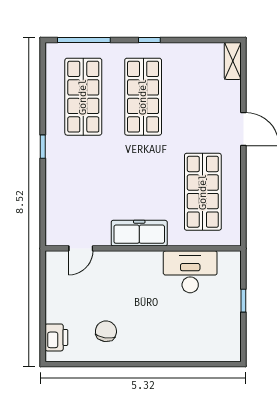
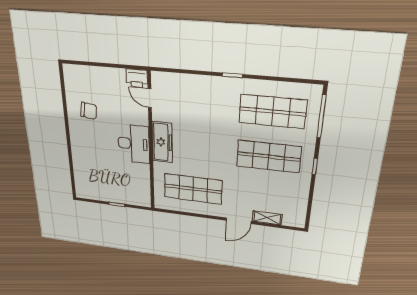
shelving: (233, 61) -> (267, 218), moved
desk: (190, 272) -> (134, 144), moved
printer: (56, 337) -> (137, 78), moved

